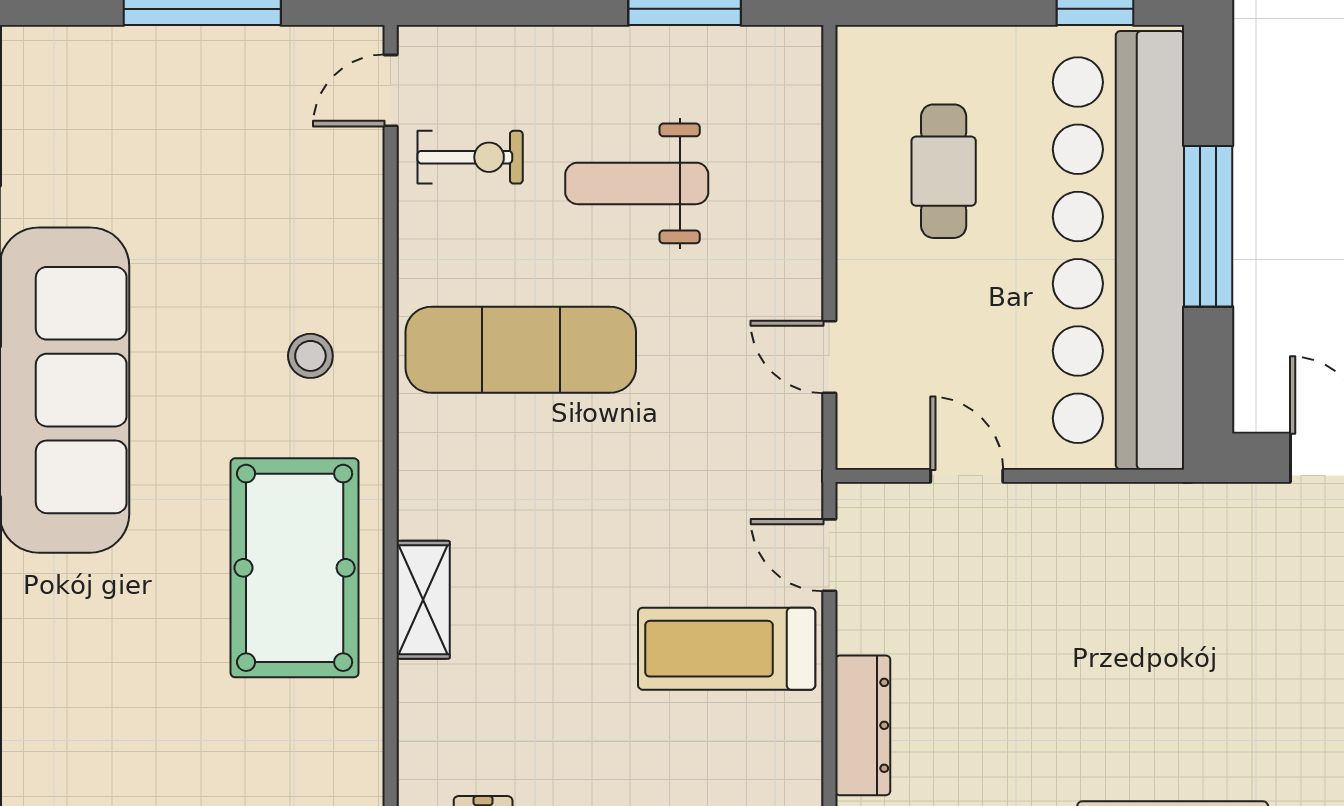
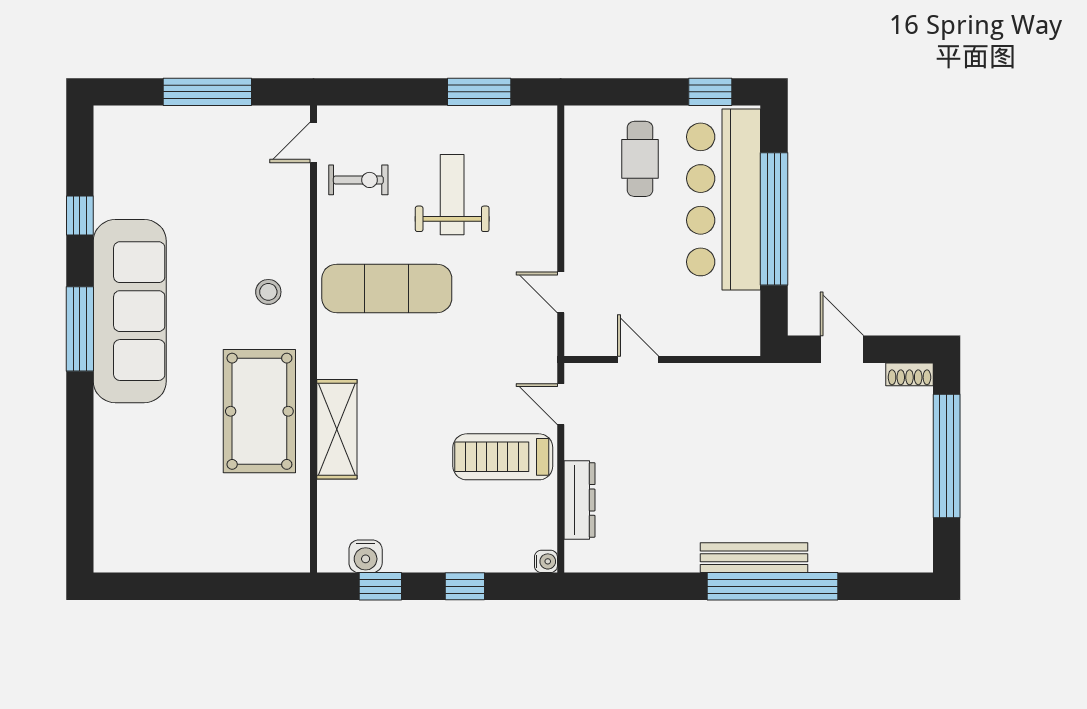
cafe table: (944, 171) -> (640, 159), moved
weight bench: (637, 183) -> (452, 195), turned 90
window: (1208, 226) -> (774, 219), width x1.46
bar counter: (1119, 250) -> (724, 199), width x0.73
shelving: (423, 600) -> (337, 429), width x1.50, depth x1.33

